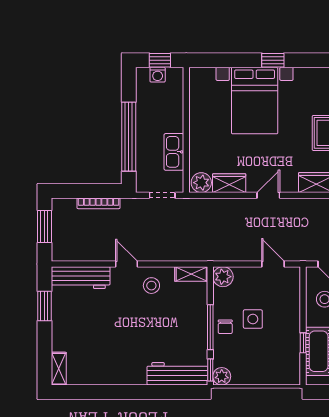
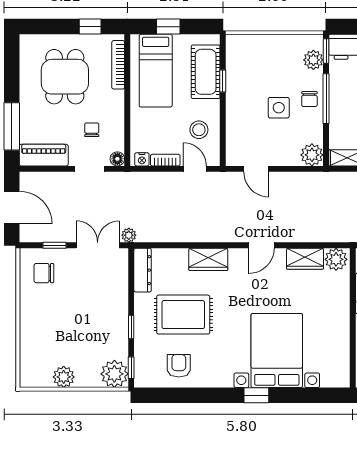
chair: (225, 327) -> (309, 99), turned 180
plant: (222, 376) -> (313, 60), moved

